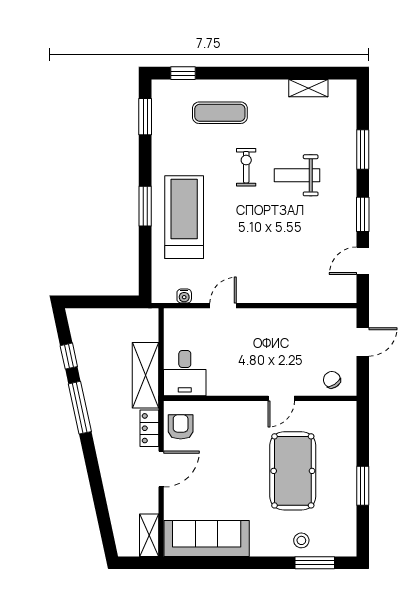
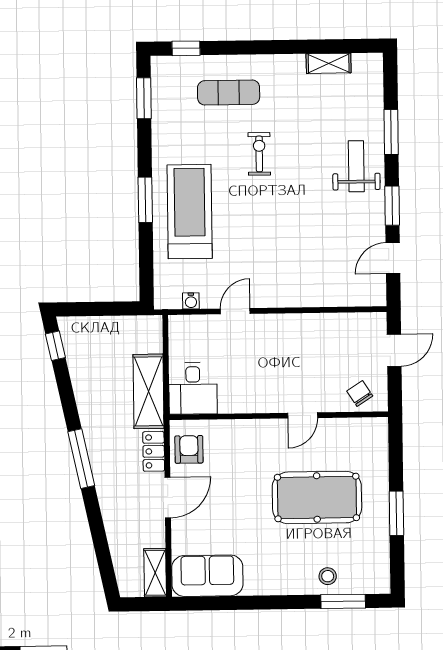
weight bench: (297, 175) -> (356, 166), moved, turned 90
window: (69, 356) -> (55, 346), moved
window: (80, 408) -> (81, 459), moved
pool table: (293, 471) -> (317, 497), turned 90
sofa: (207, 539) -> (207, 576), width x0.73

